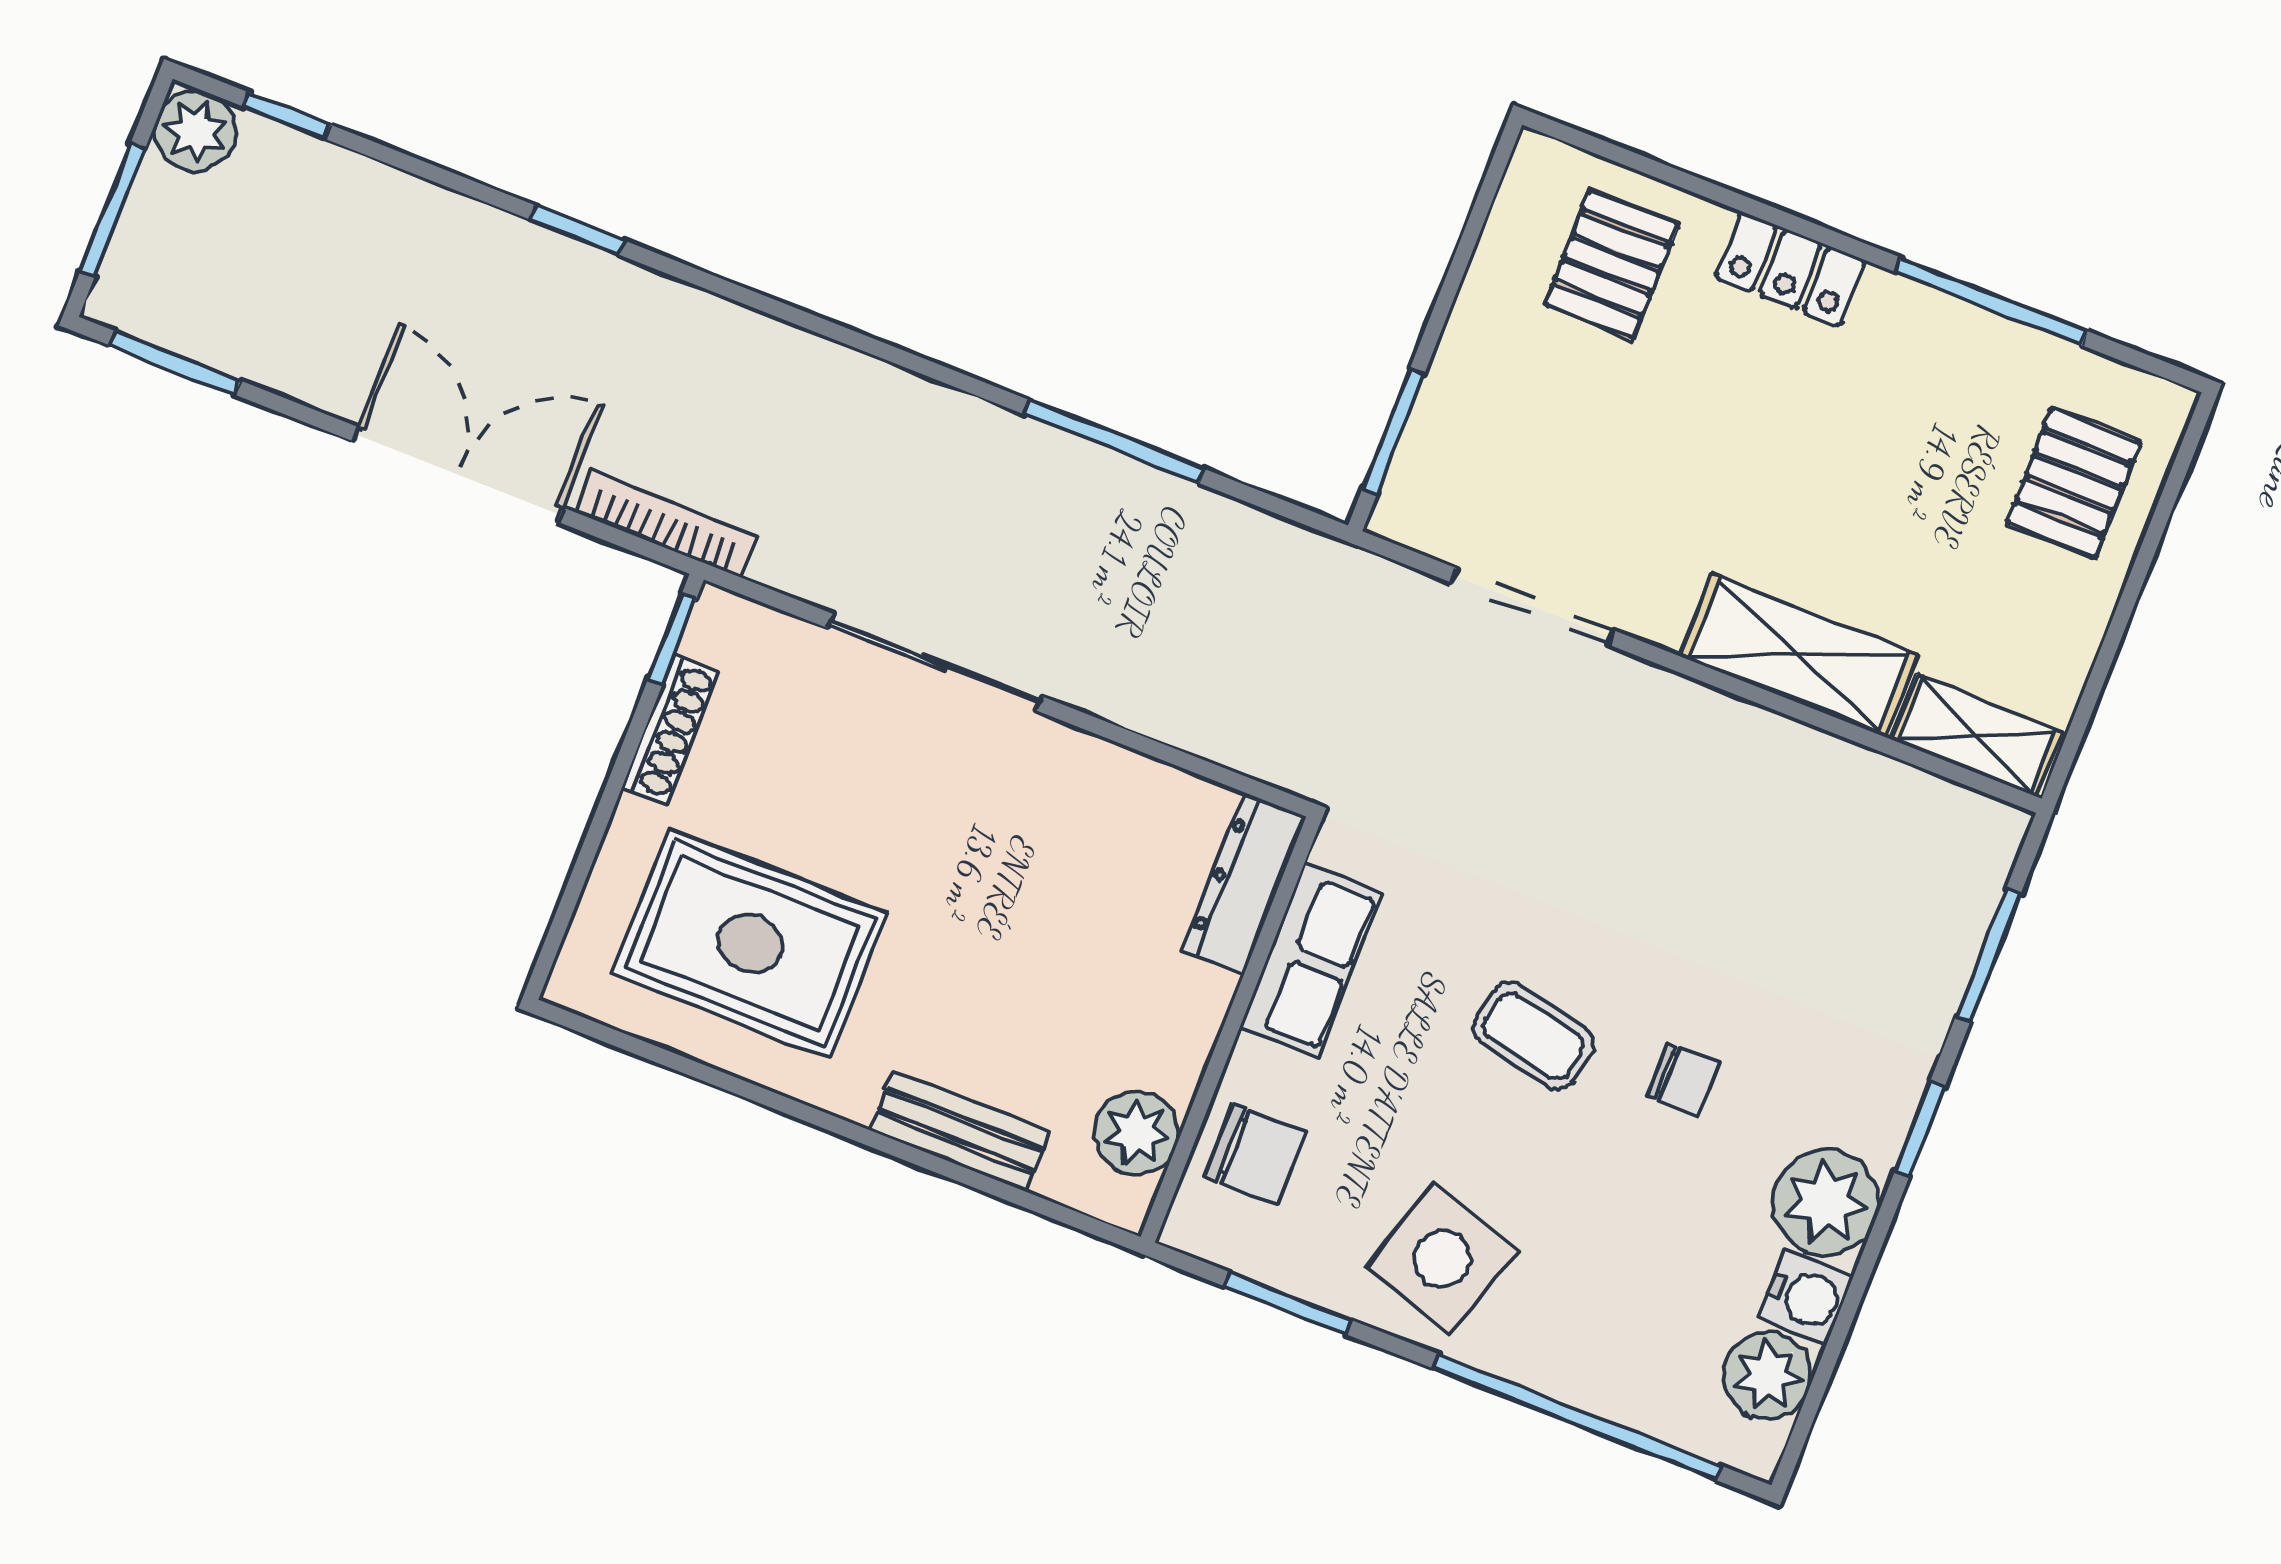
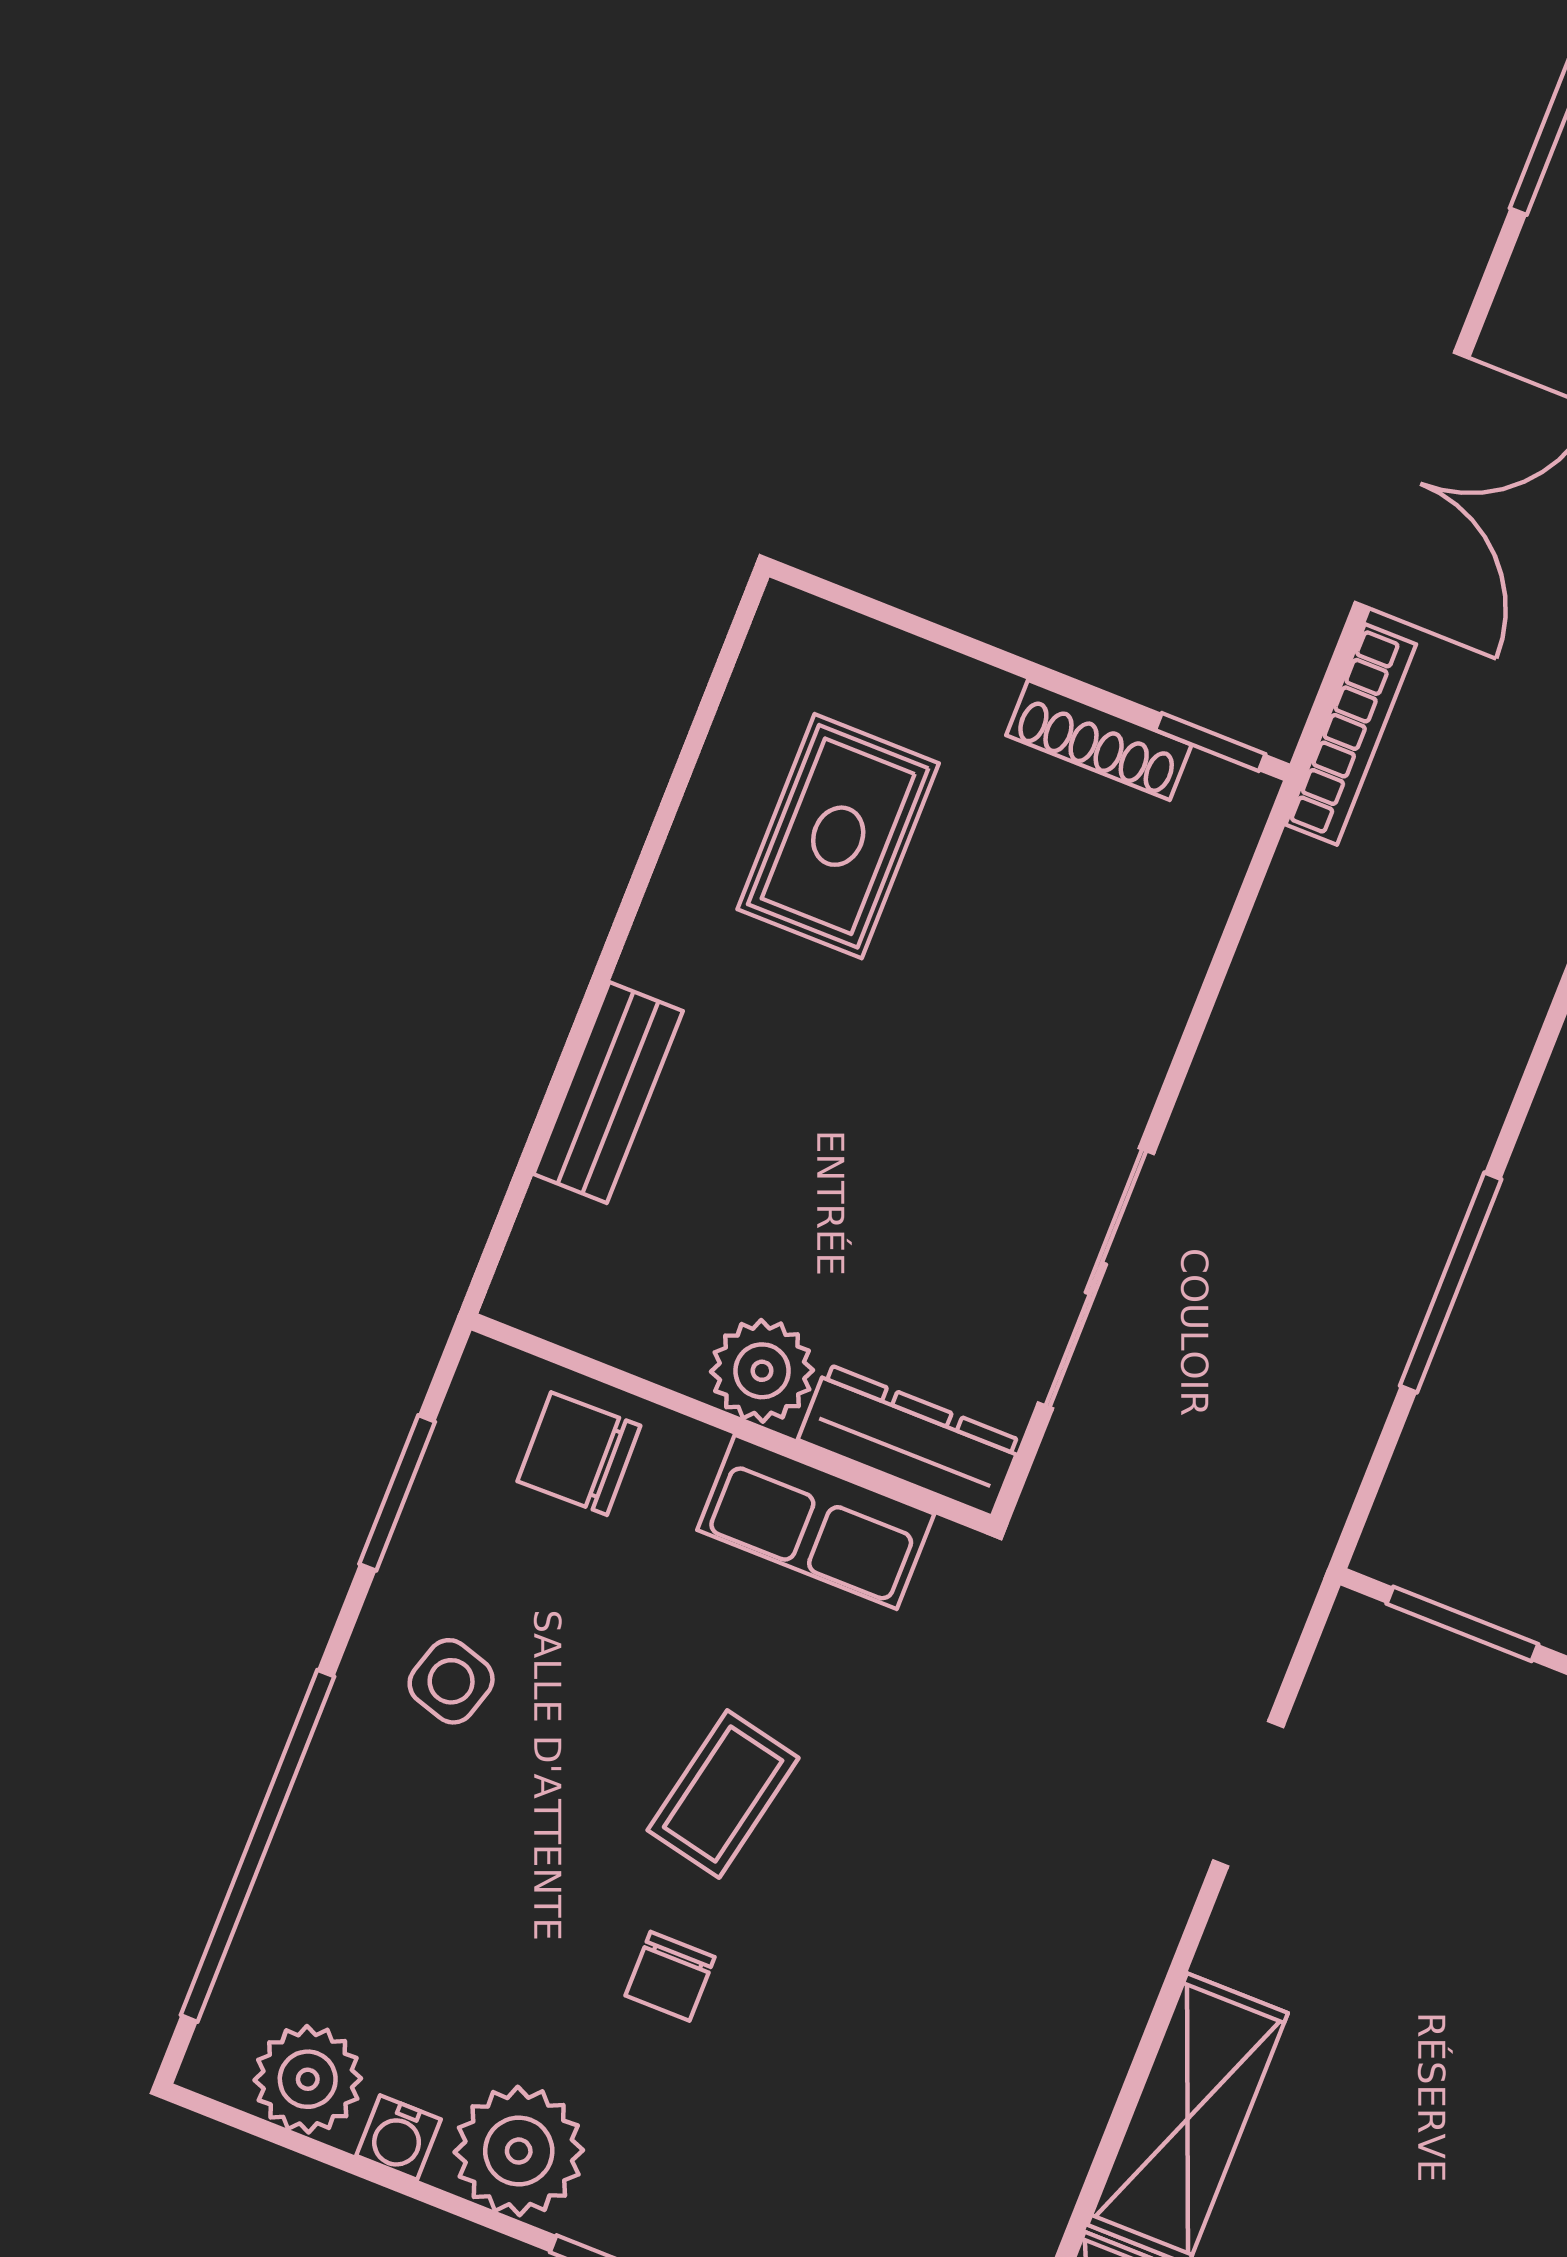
doorway: (1533, 606) -> (1248, 1794), width x0.73
sliding door: (935, 662) -> (1096, 1278), moved
rug: (750, 943) -> (838, 836), width x0.73, depth x0.70
plant: (1137, 1133) -> (762, 1371), moved
chair: (1255, 1154) -> (579, 1454), turned 89
side table: (1442, 1259) -> (451, 1681), width x0.54, depth x0.54
water cooler: (1806, 1297) -> (398, 2138), width x0.72, depth x0.72

